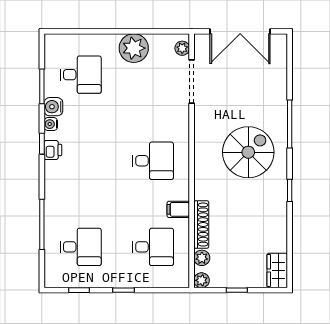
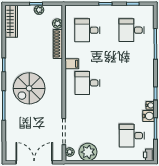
plant: (134, 48) -> (88, 152), moved
printer: (53, 150) -> (149, 155), moved
filing cabinet: (178, 209) -> (72, 64), moved
wardrobe: (277, 270) -> (11, 21), width x1.50
plant: (202, 280) -> (39, 10), moved

